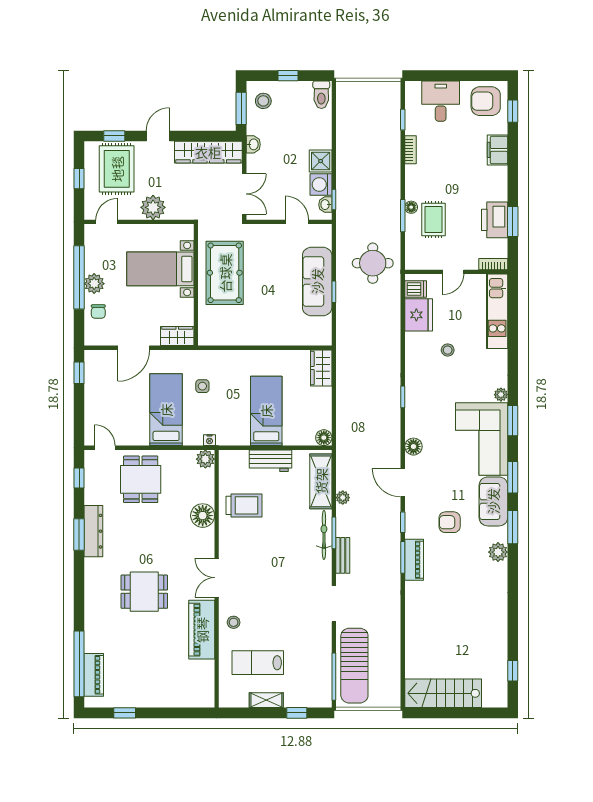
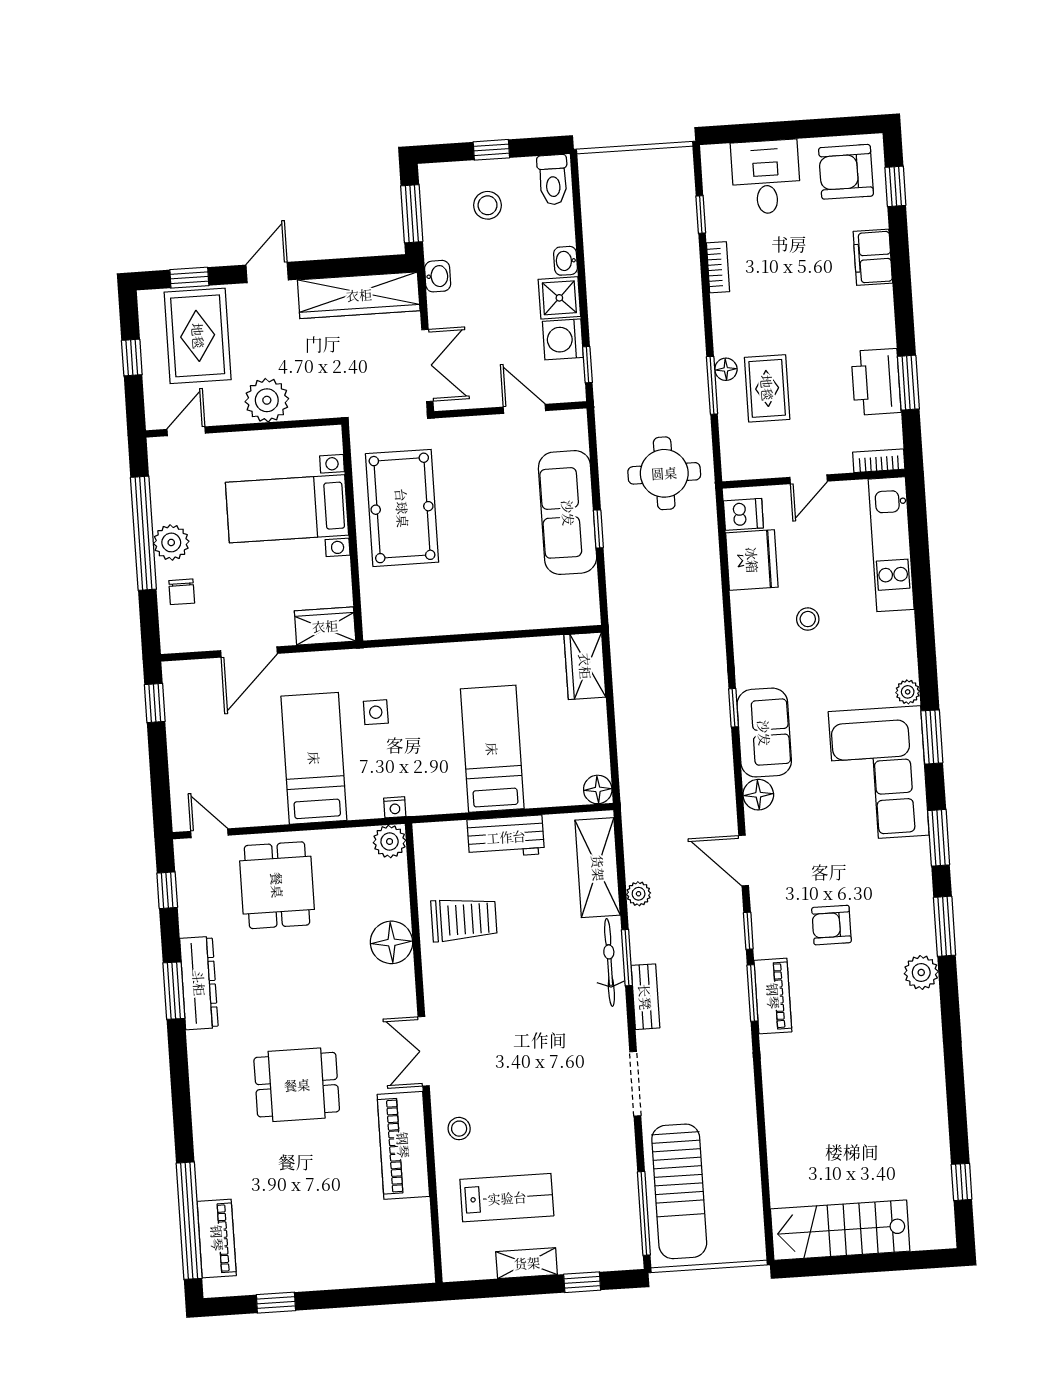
stool: (263, 101) -> (488, 205), moved
washbasin: (325, 205) -> (565, 261), moved
sofa: (493, 501) -> (764, 733), moved, turned 180
lab bench: (258, 663) -> (507, 1198), turned 180

